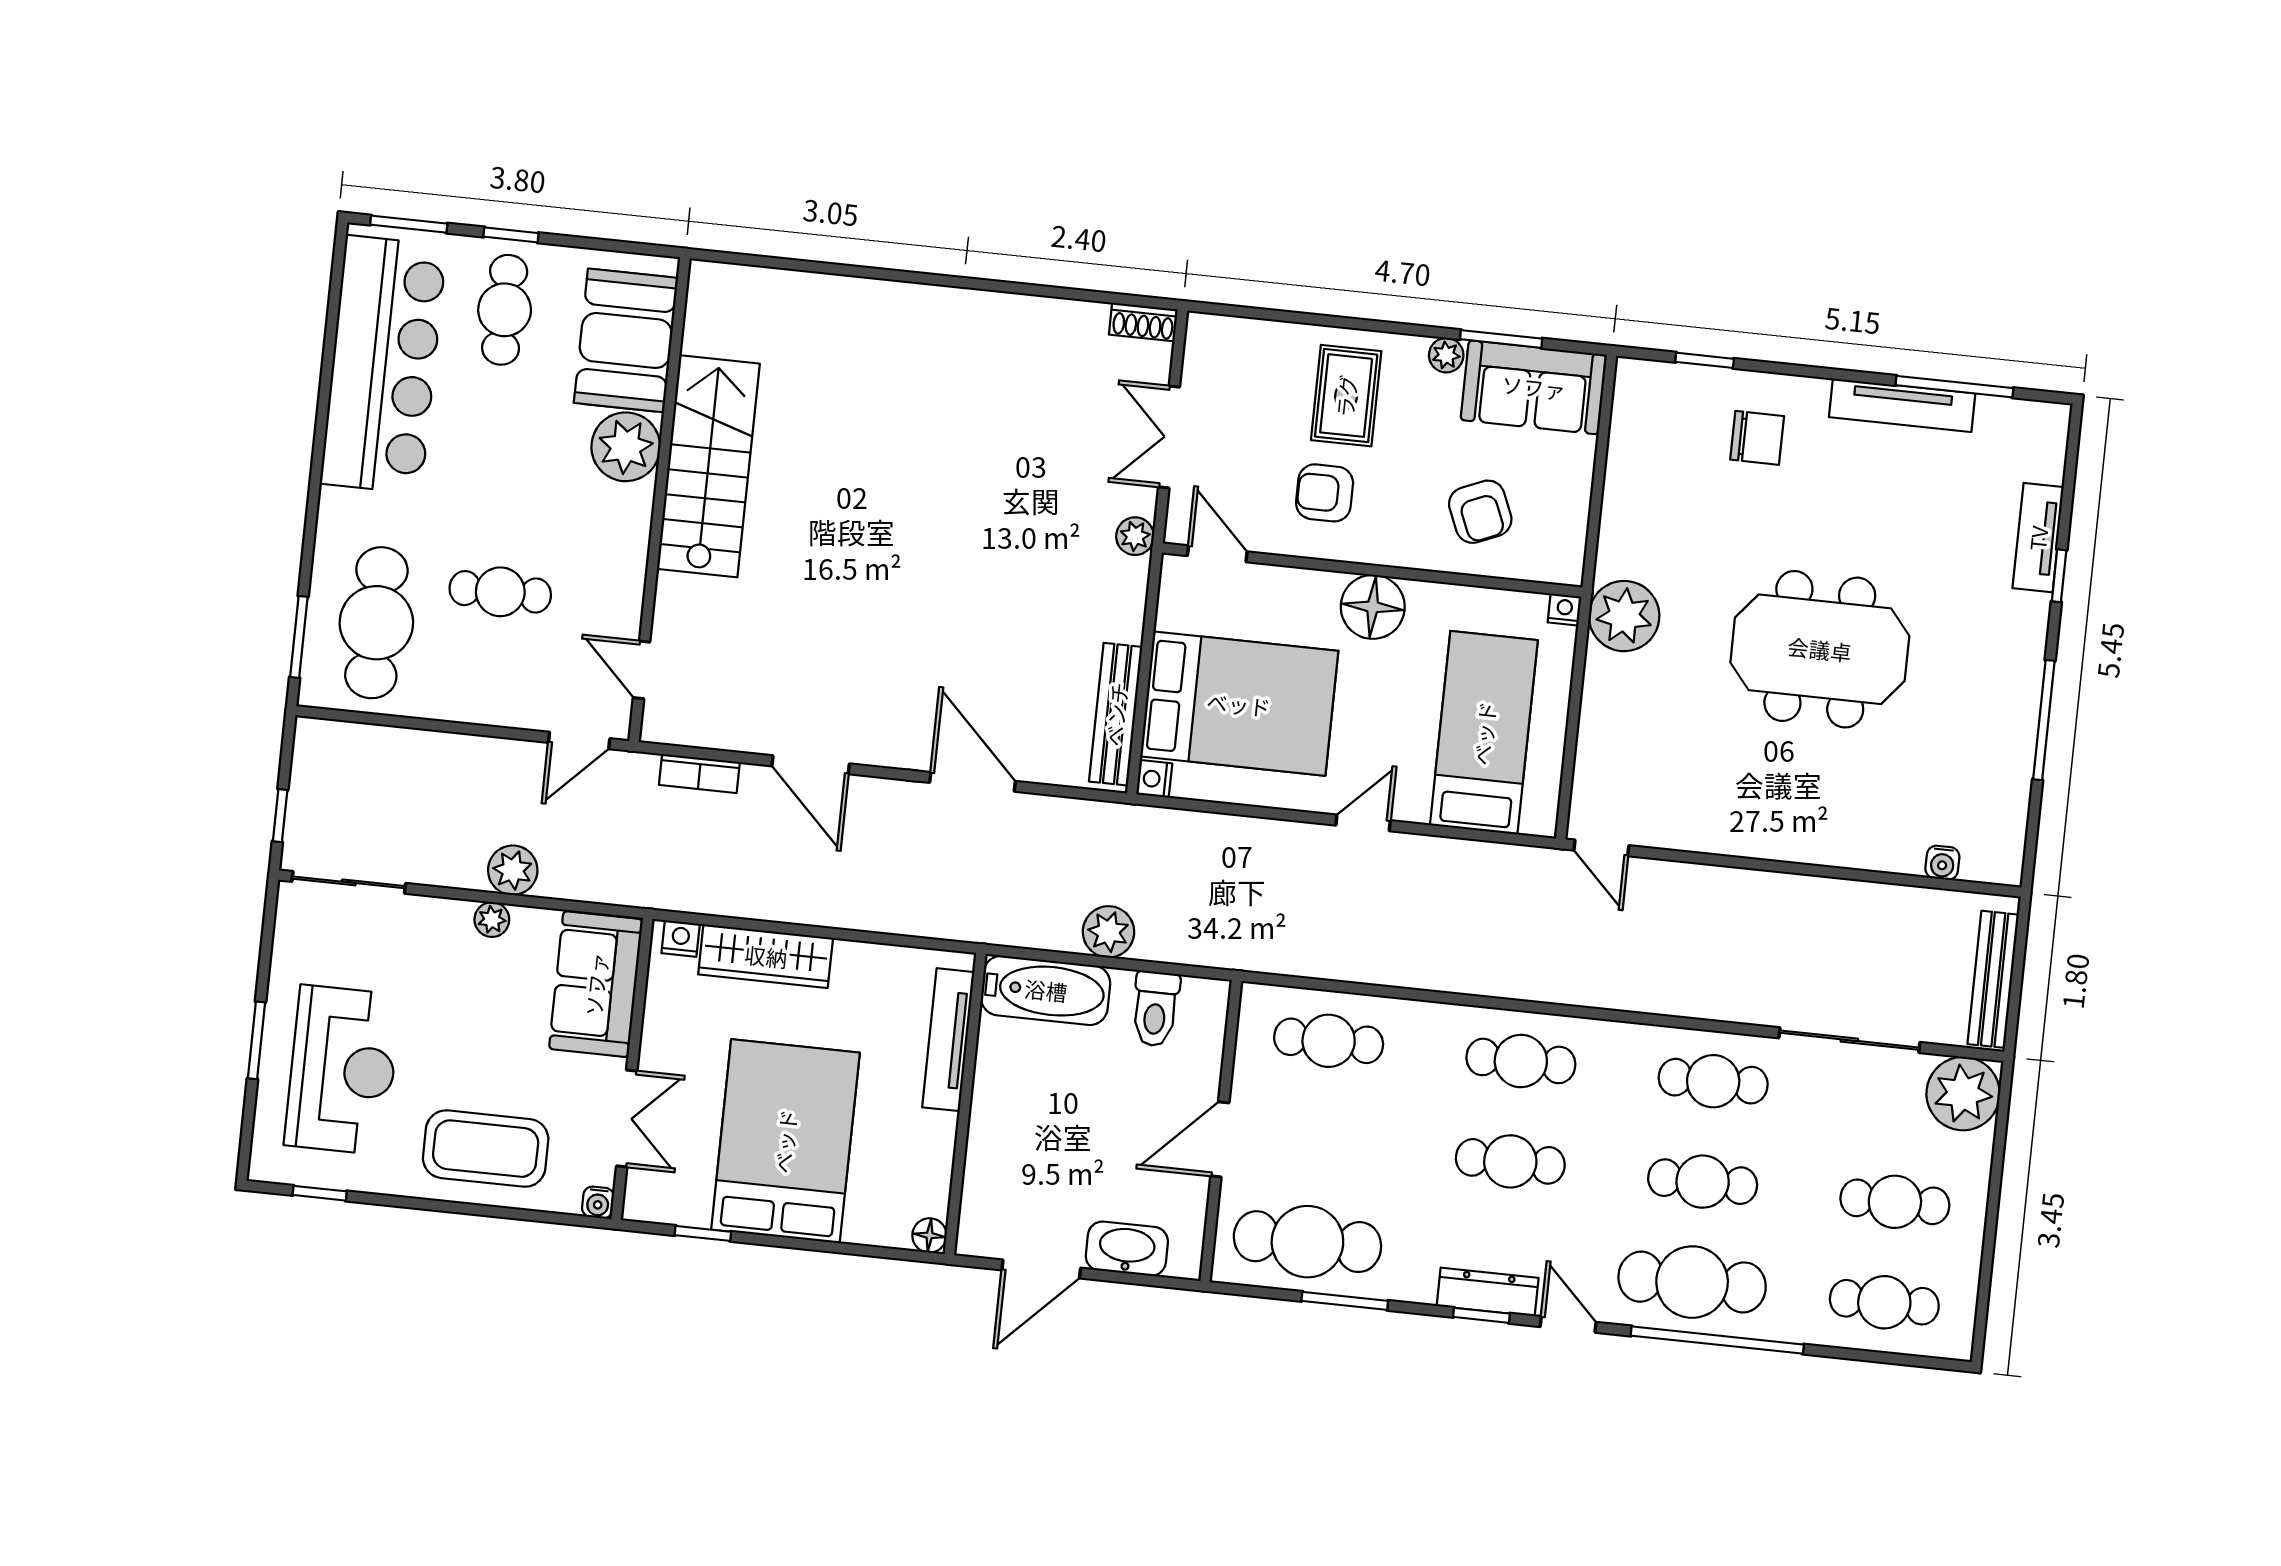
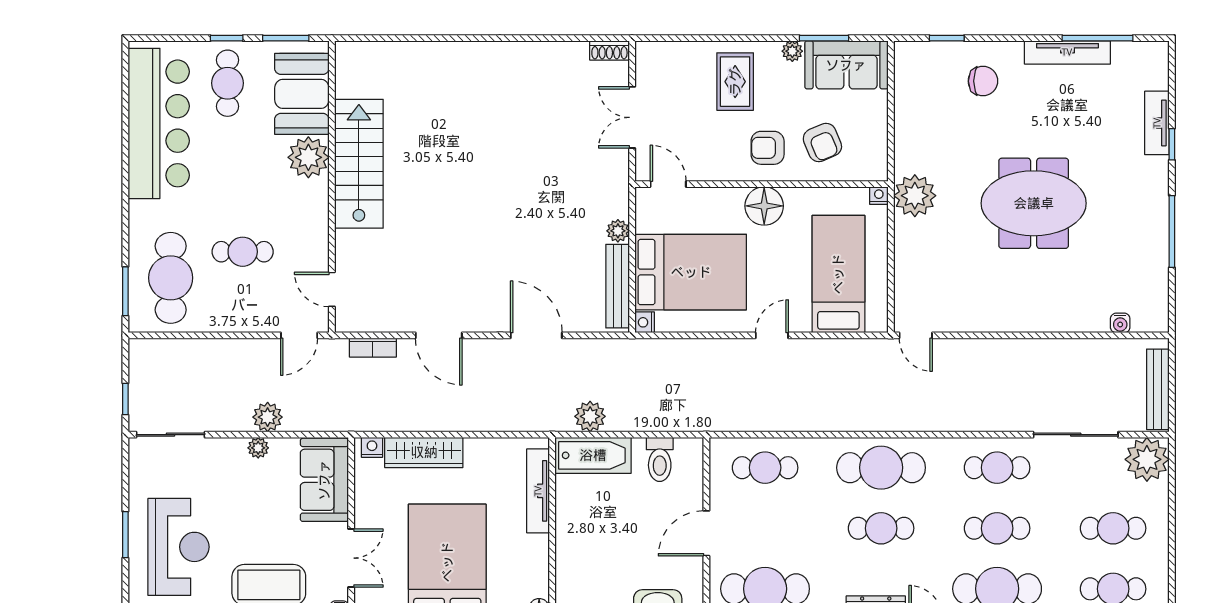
window: (409, 224) -> (286, 38), moved
armchair: (1325, 493) -> (768, 148), moved
plant: (1135, 536) -> (618, 231), moved
plant: (1108, 932) -> (590, 416), moved
cafe table: (1521, 1061) -> (881, 468), width x1.37, depth x1.35

